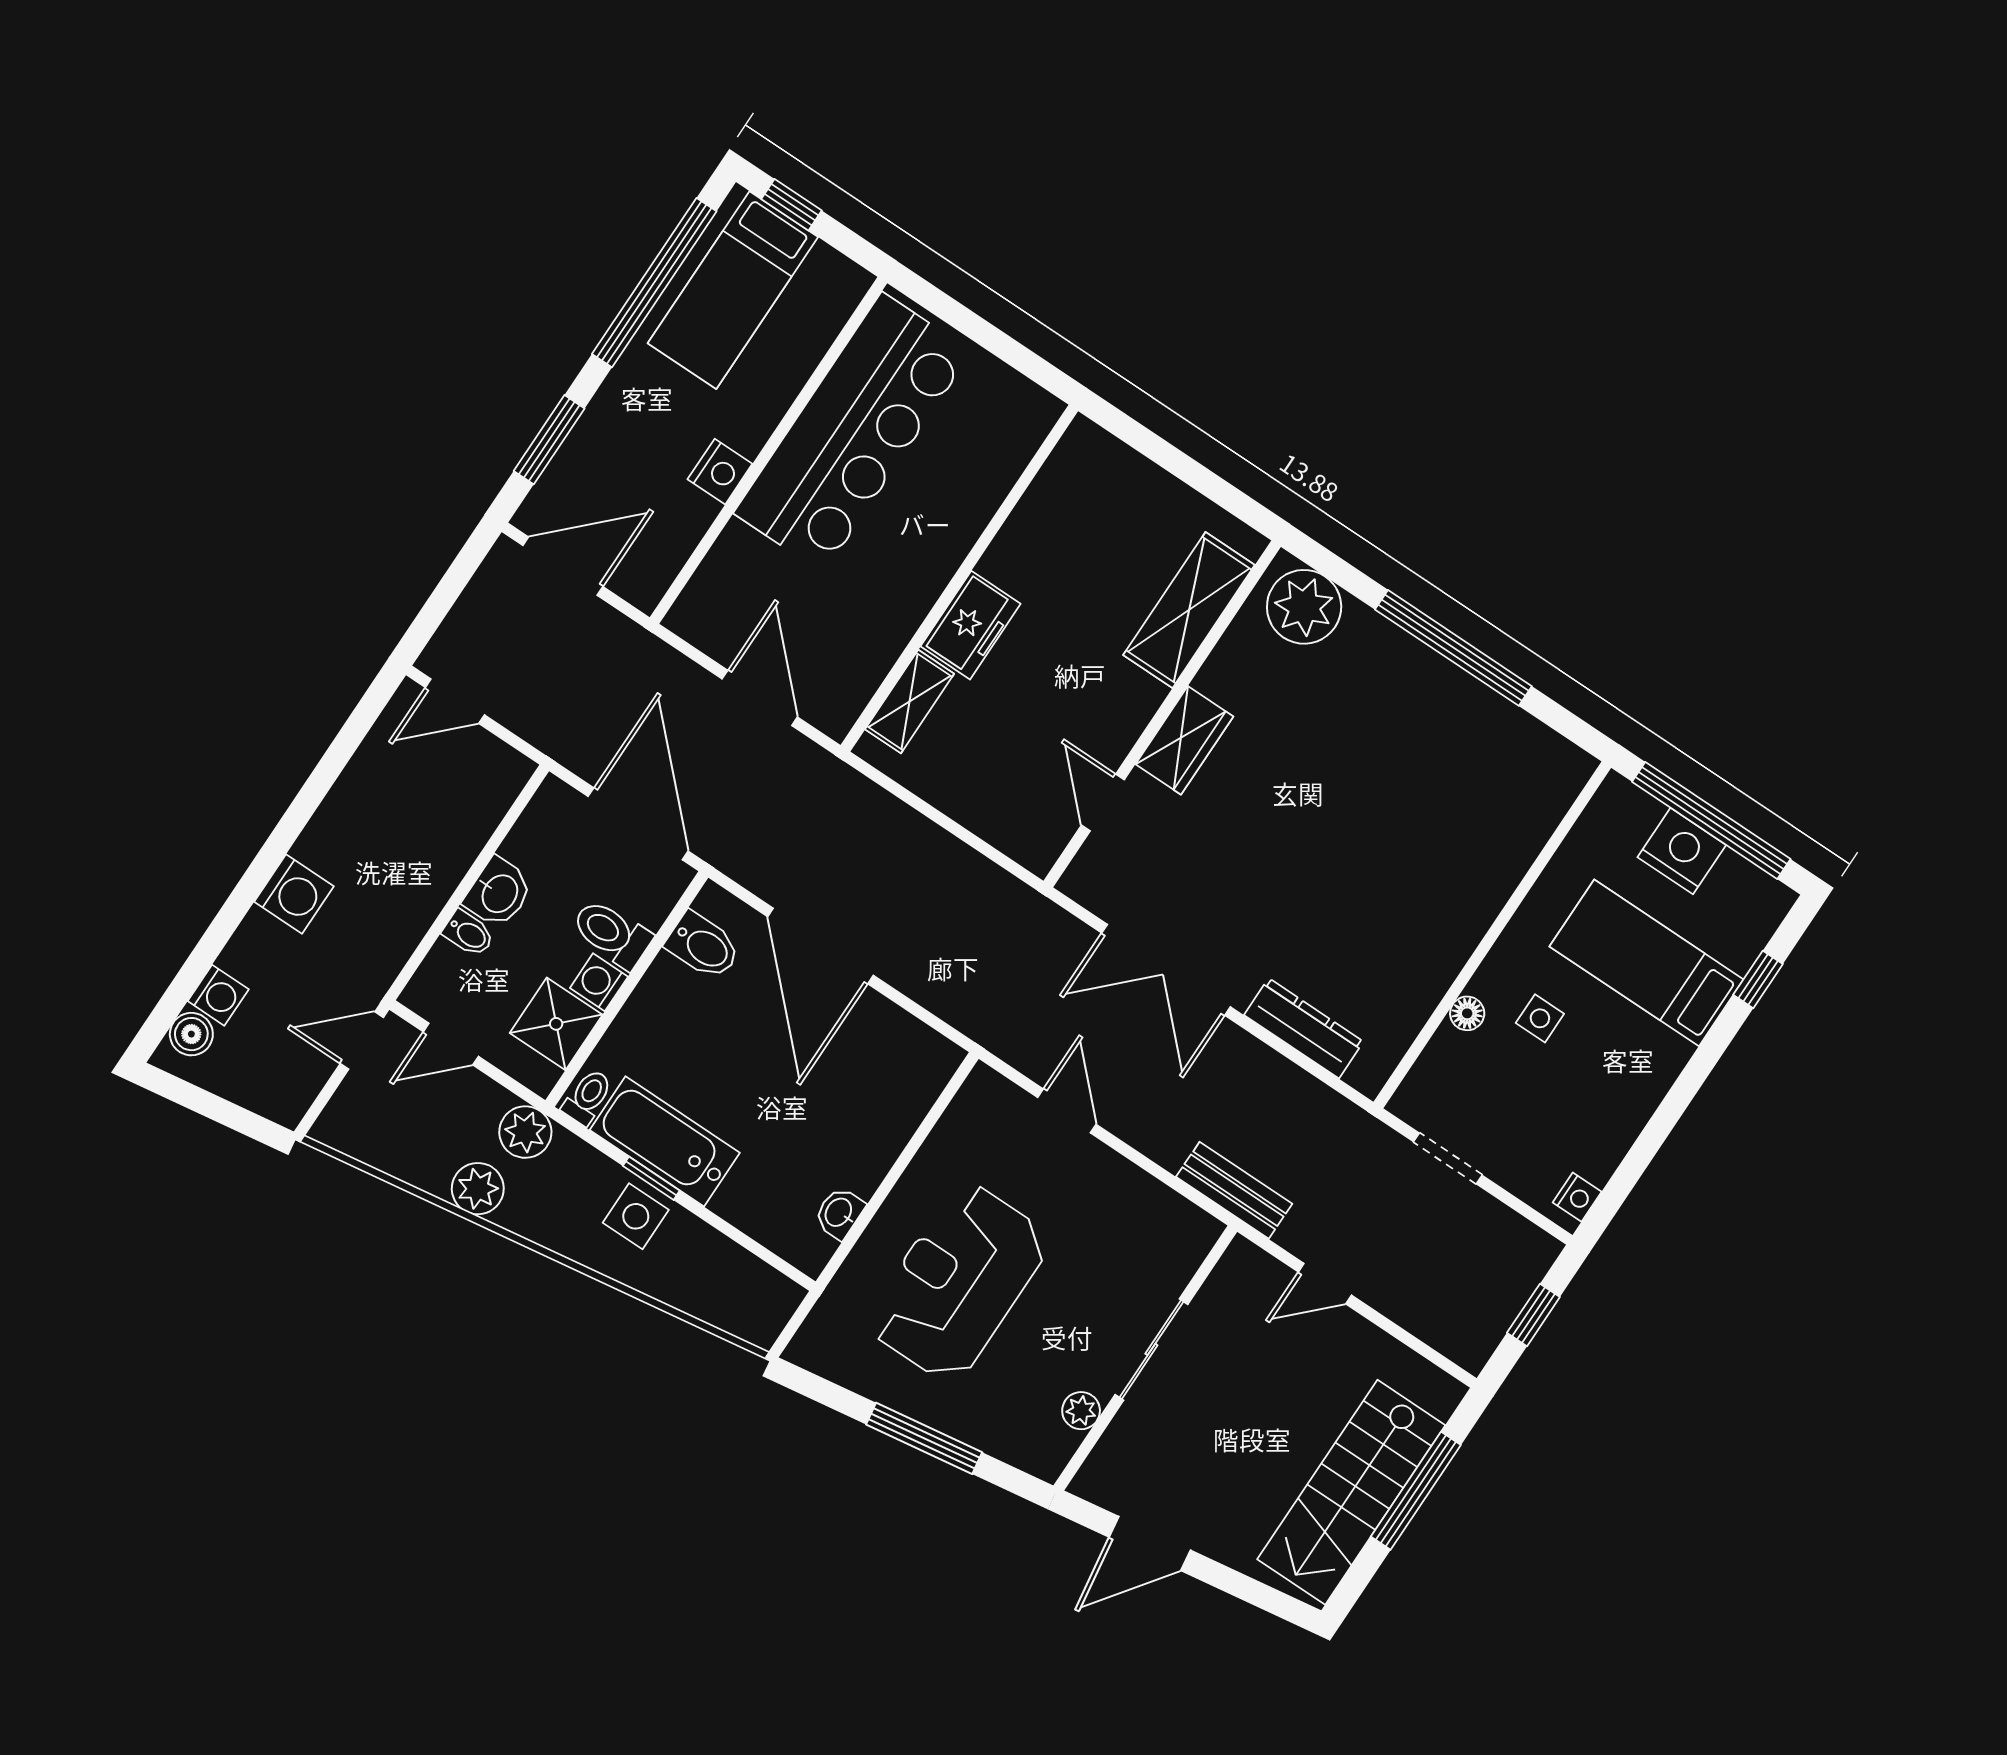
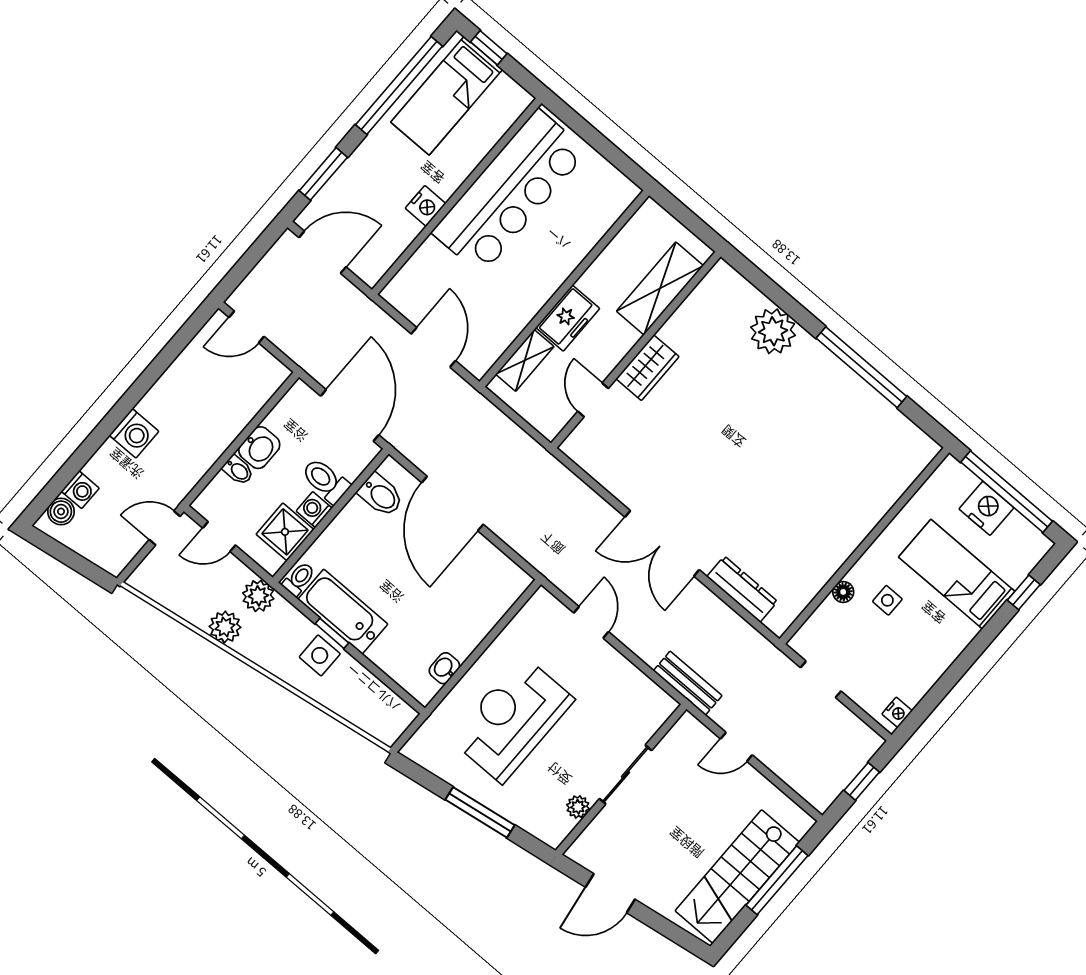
shelving: (1189, 610) -> (660, 288), moved
wall: (1162, 714) -> (636, 350), moved
wardrobe: (1184, 740) -> (647, 368), moved
door: (1103, 802) -> (593, 400), moved

